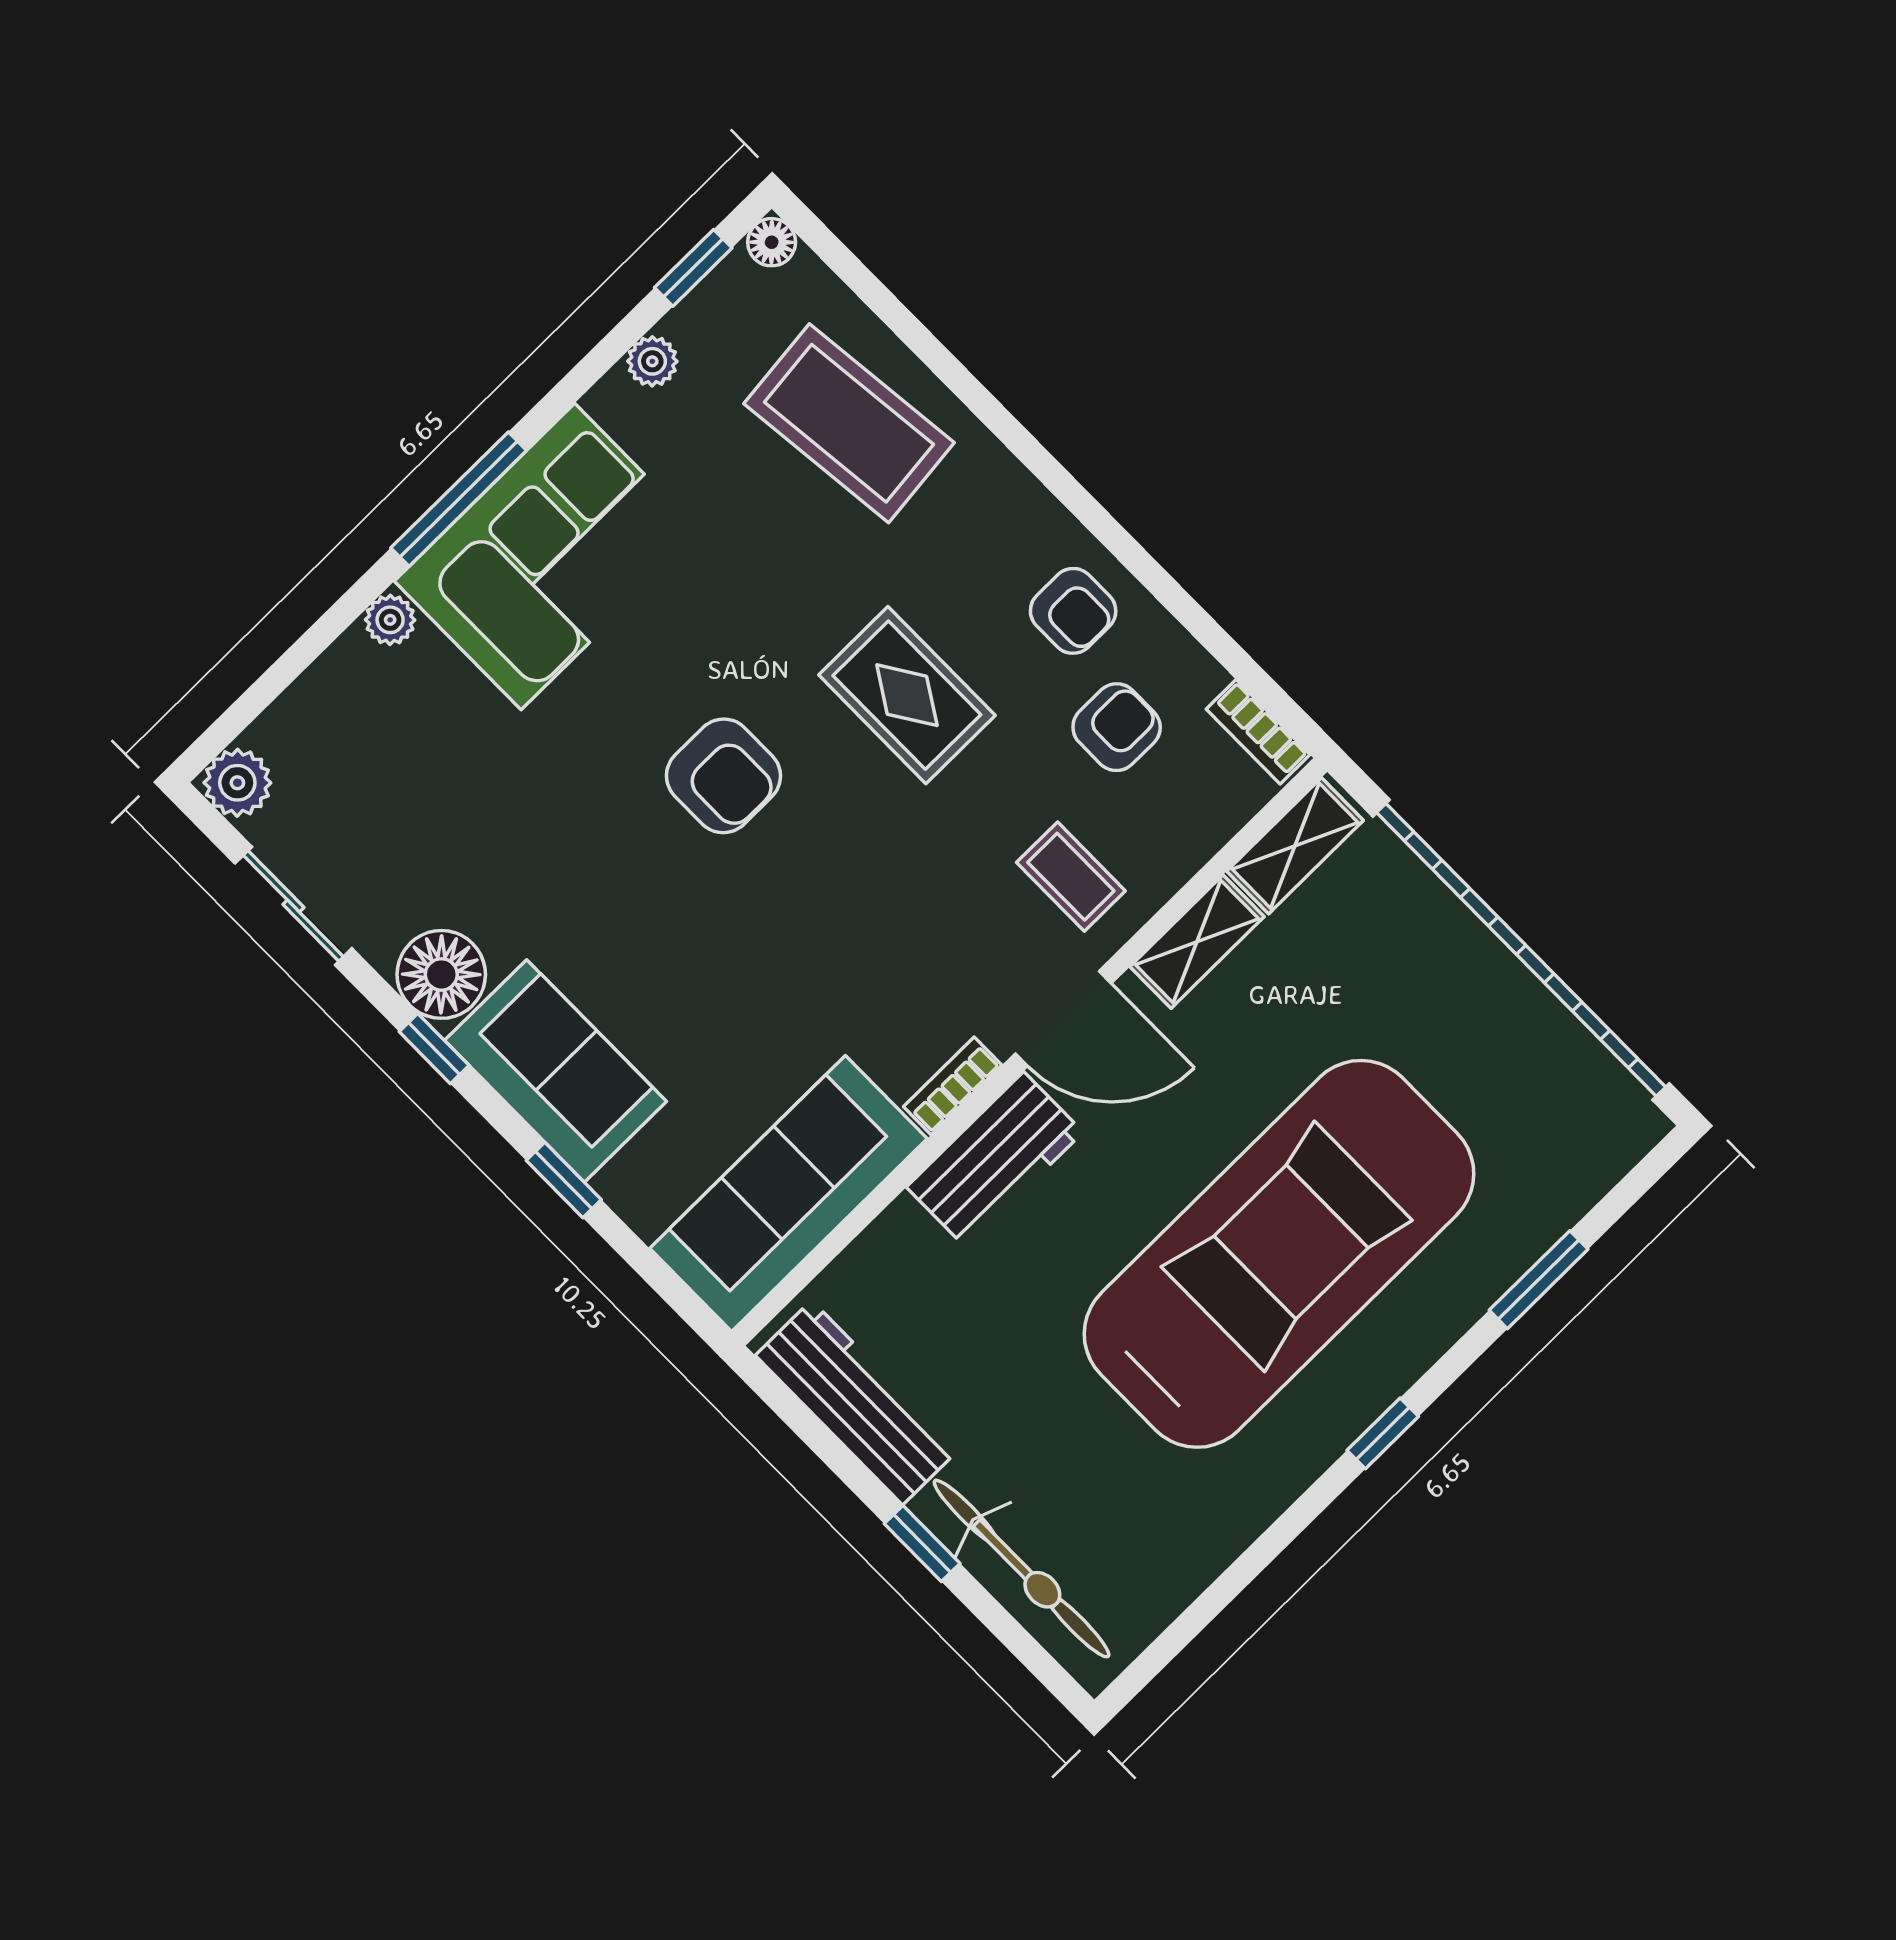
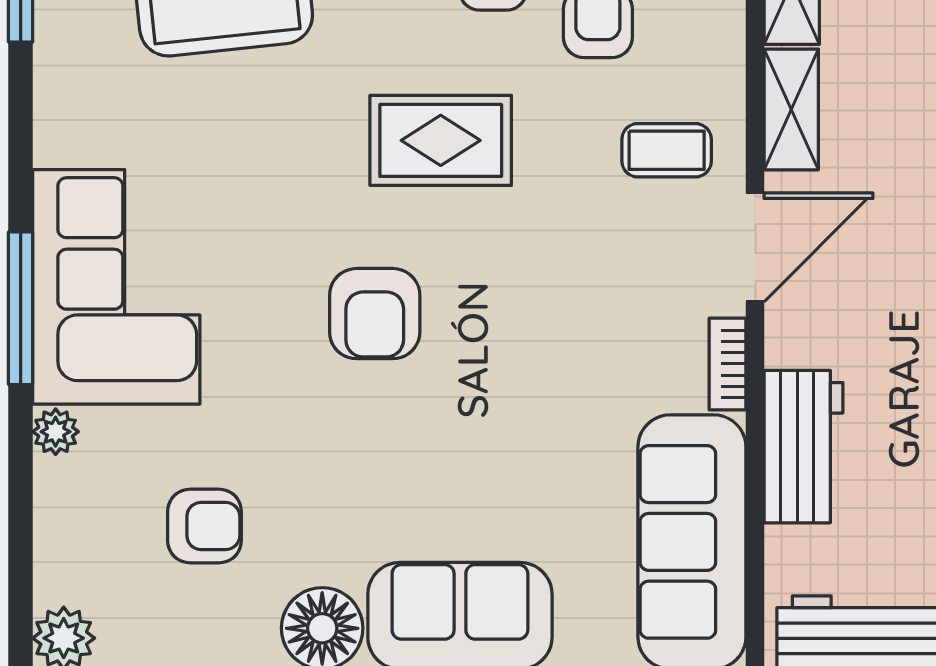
plant: (652, 361) -> (56, 91), removed
armchair: (723, 776) -> (375, 314), turned 90
armchair: (431, 806) -> (204, 526), added
workbench: (995, 1160) -> (803, 447), moved

